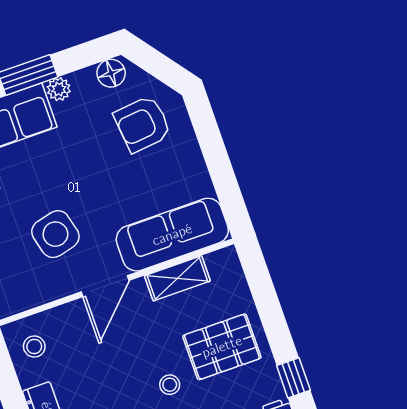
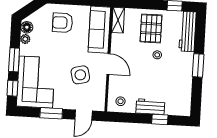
plant: (59, 89) -> (25, 39), moved
armchair: (143, 124) -> (63, 23), moved, turned 96
shelving: (177, 278) -> (118, 20), moved

